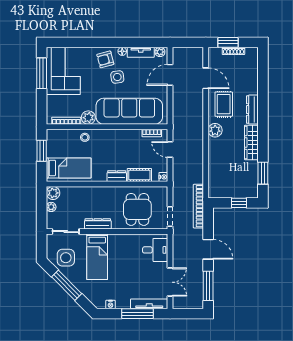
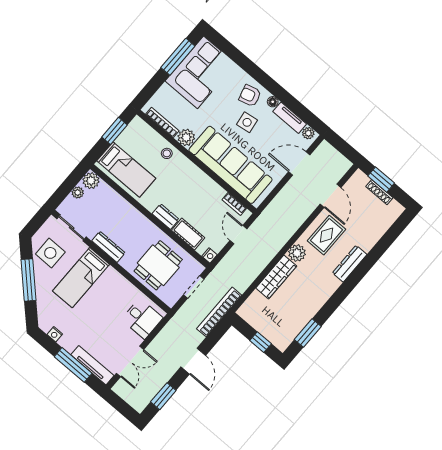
wardrobe: (251, 142) -> (276, 277), moved, turned 180
doorway: (170, 217) -> (194, 287), moved
window: (208, 286) -> (163, 396), width x0.69

